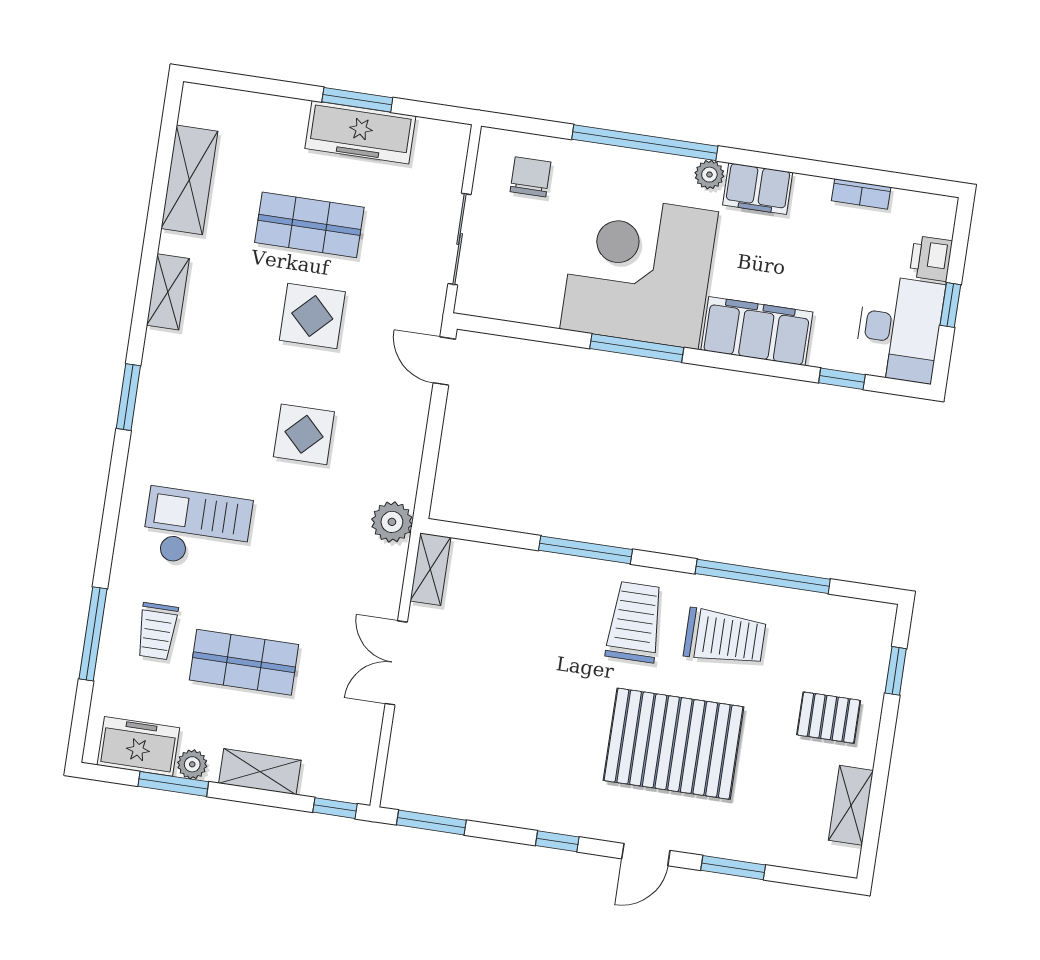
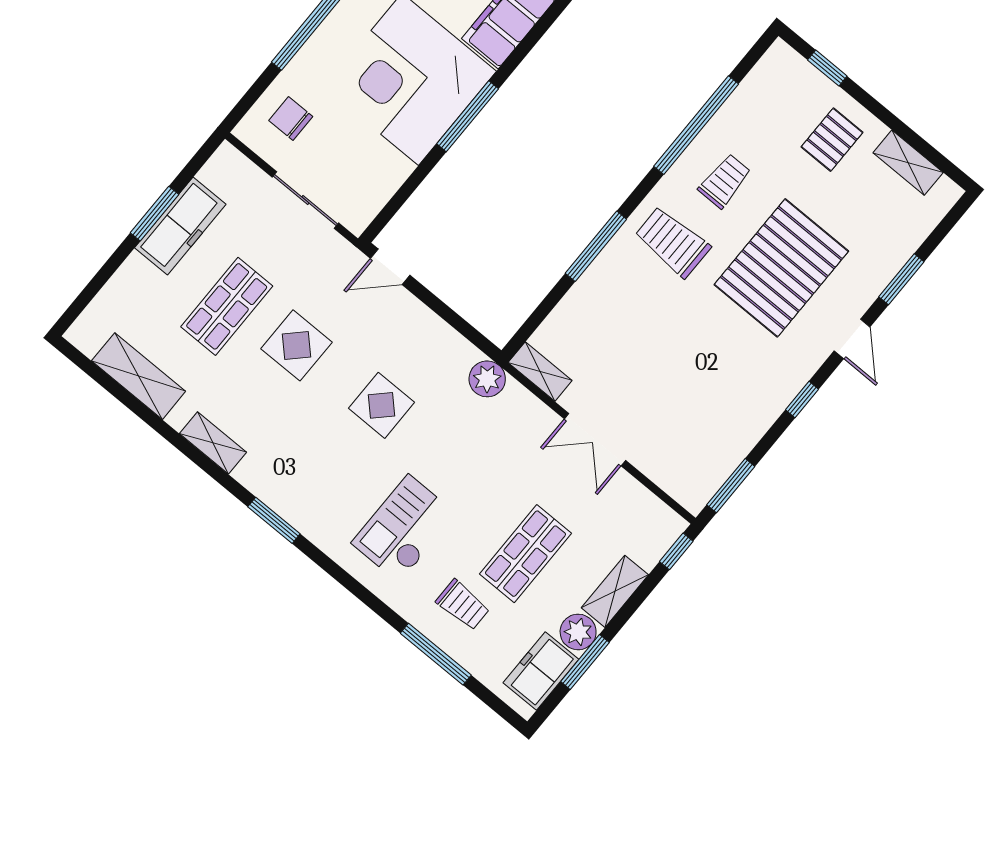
trolley: (725, 637) -> (725, 181), width x0.73, depth x0.72
plant: (192, 764) -> (578, 632), width x1.38, depth x1.38

